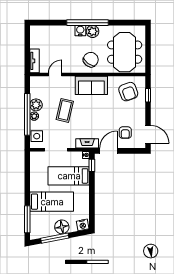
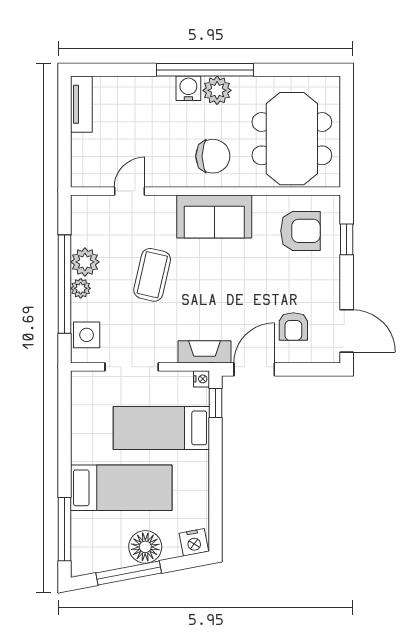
chair: (91, 60) -> (213, 156), turned 53
tv unit: (35, 61) -> (81, 104), moved
armchair: (128, 92) -> (300, 231), turned -70

